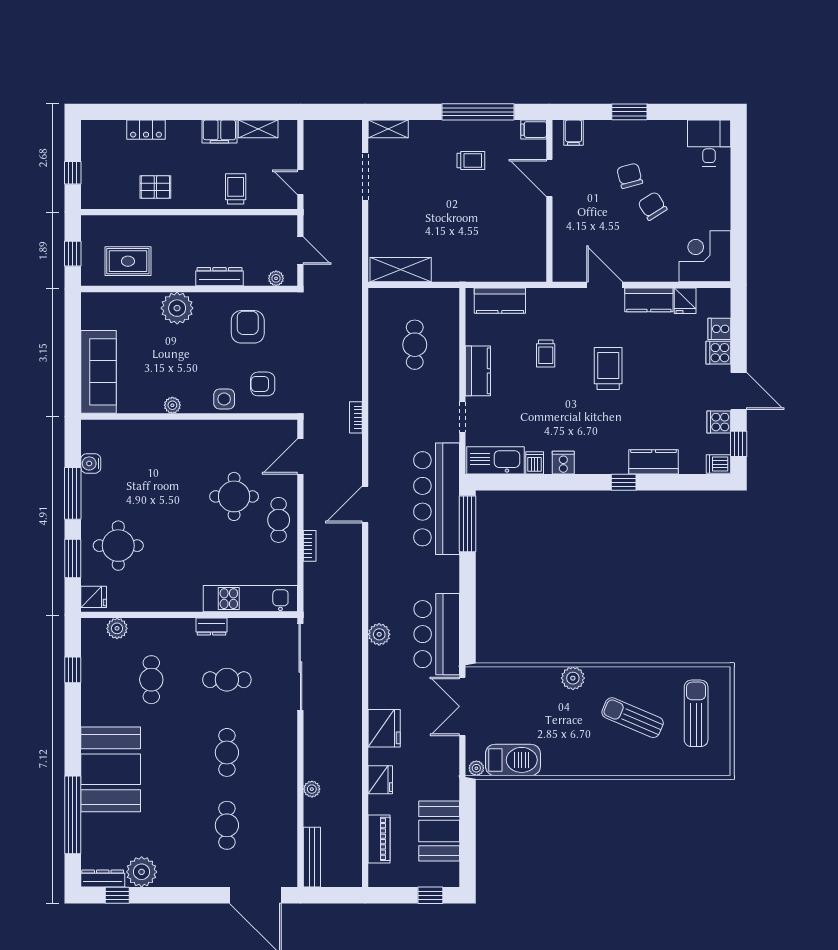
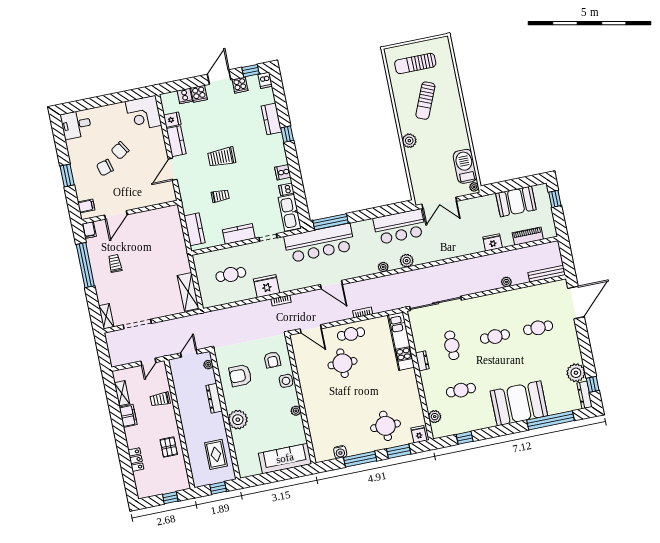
plant: (377, 594) -> (383, 267), added
fridge: (384, 728) -> (266, 286), moved

